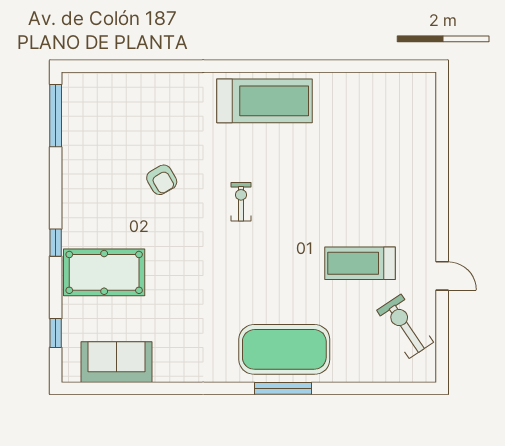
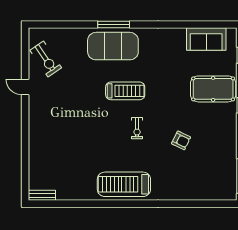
bench: (412, 81) -> (42, 195), added
armchair: (162, 180) -> (181, 140), turned 146
treadmill: (360, 263) -> (125, 91), moved

